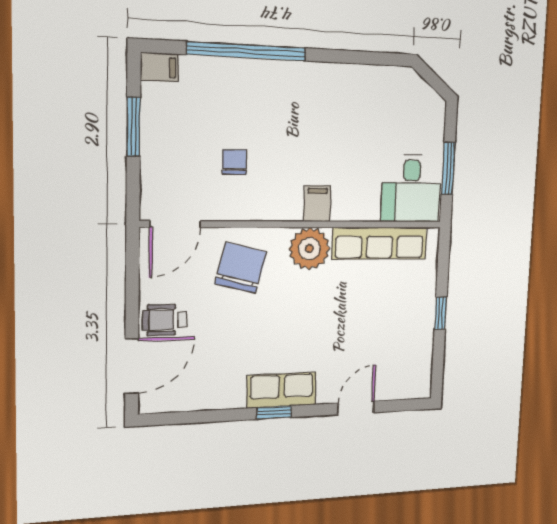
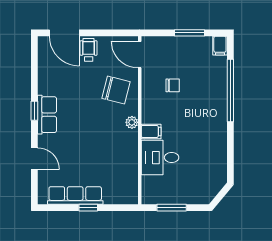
desk: (411, 188) -> (160, 158), moved
row of seats: (380, 243) -> (75, 196), moved, turned 90
plant: (309, 249) -> (132, 122), width x0.53, depth x0.53

